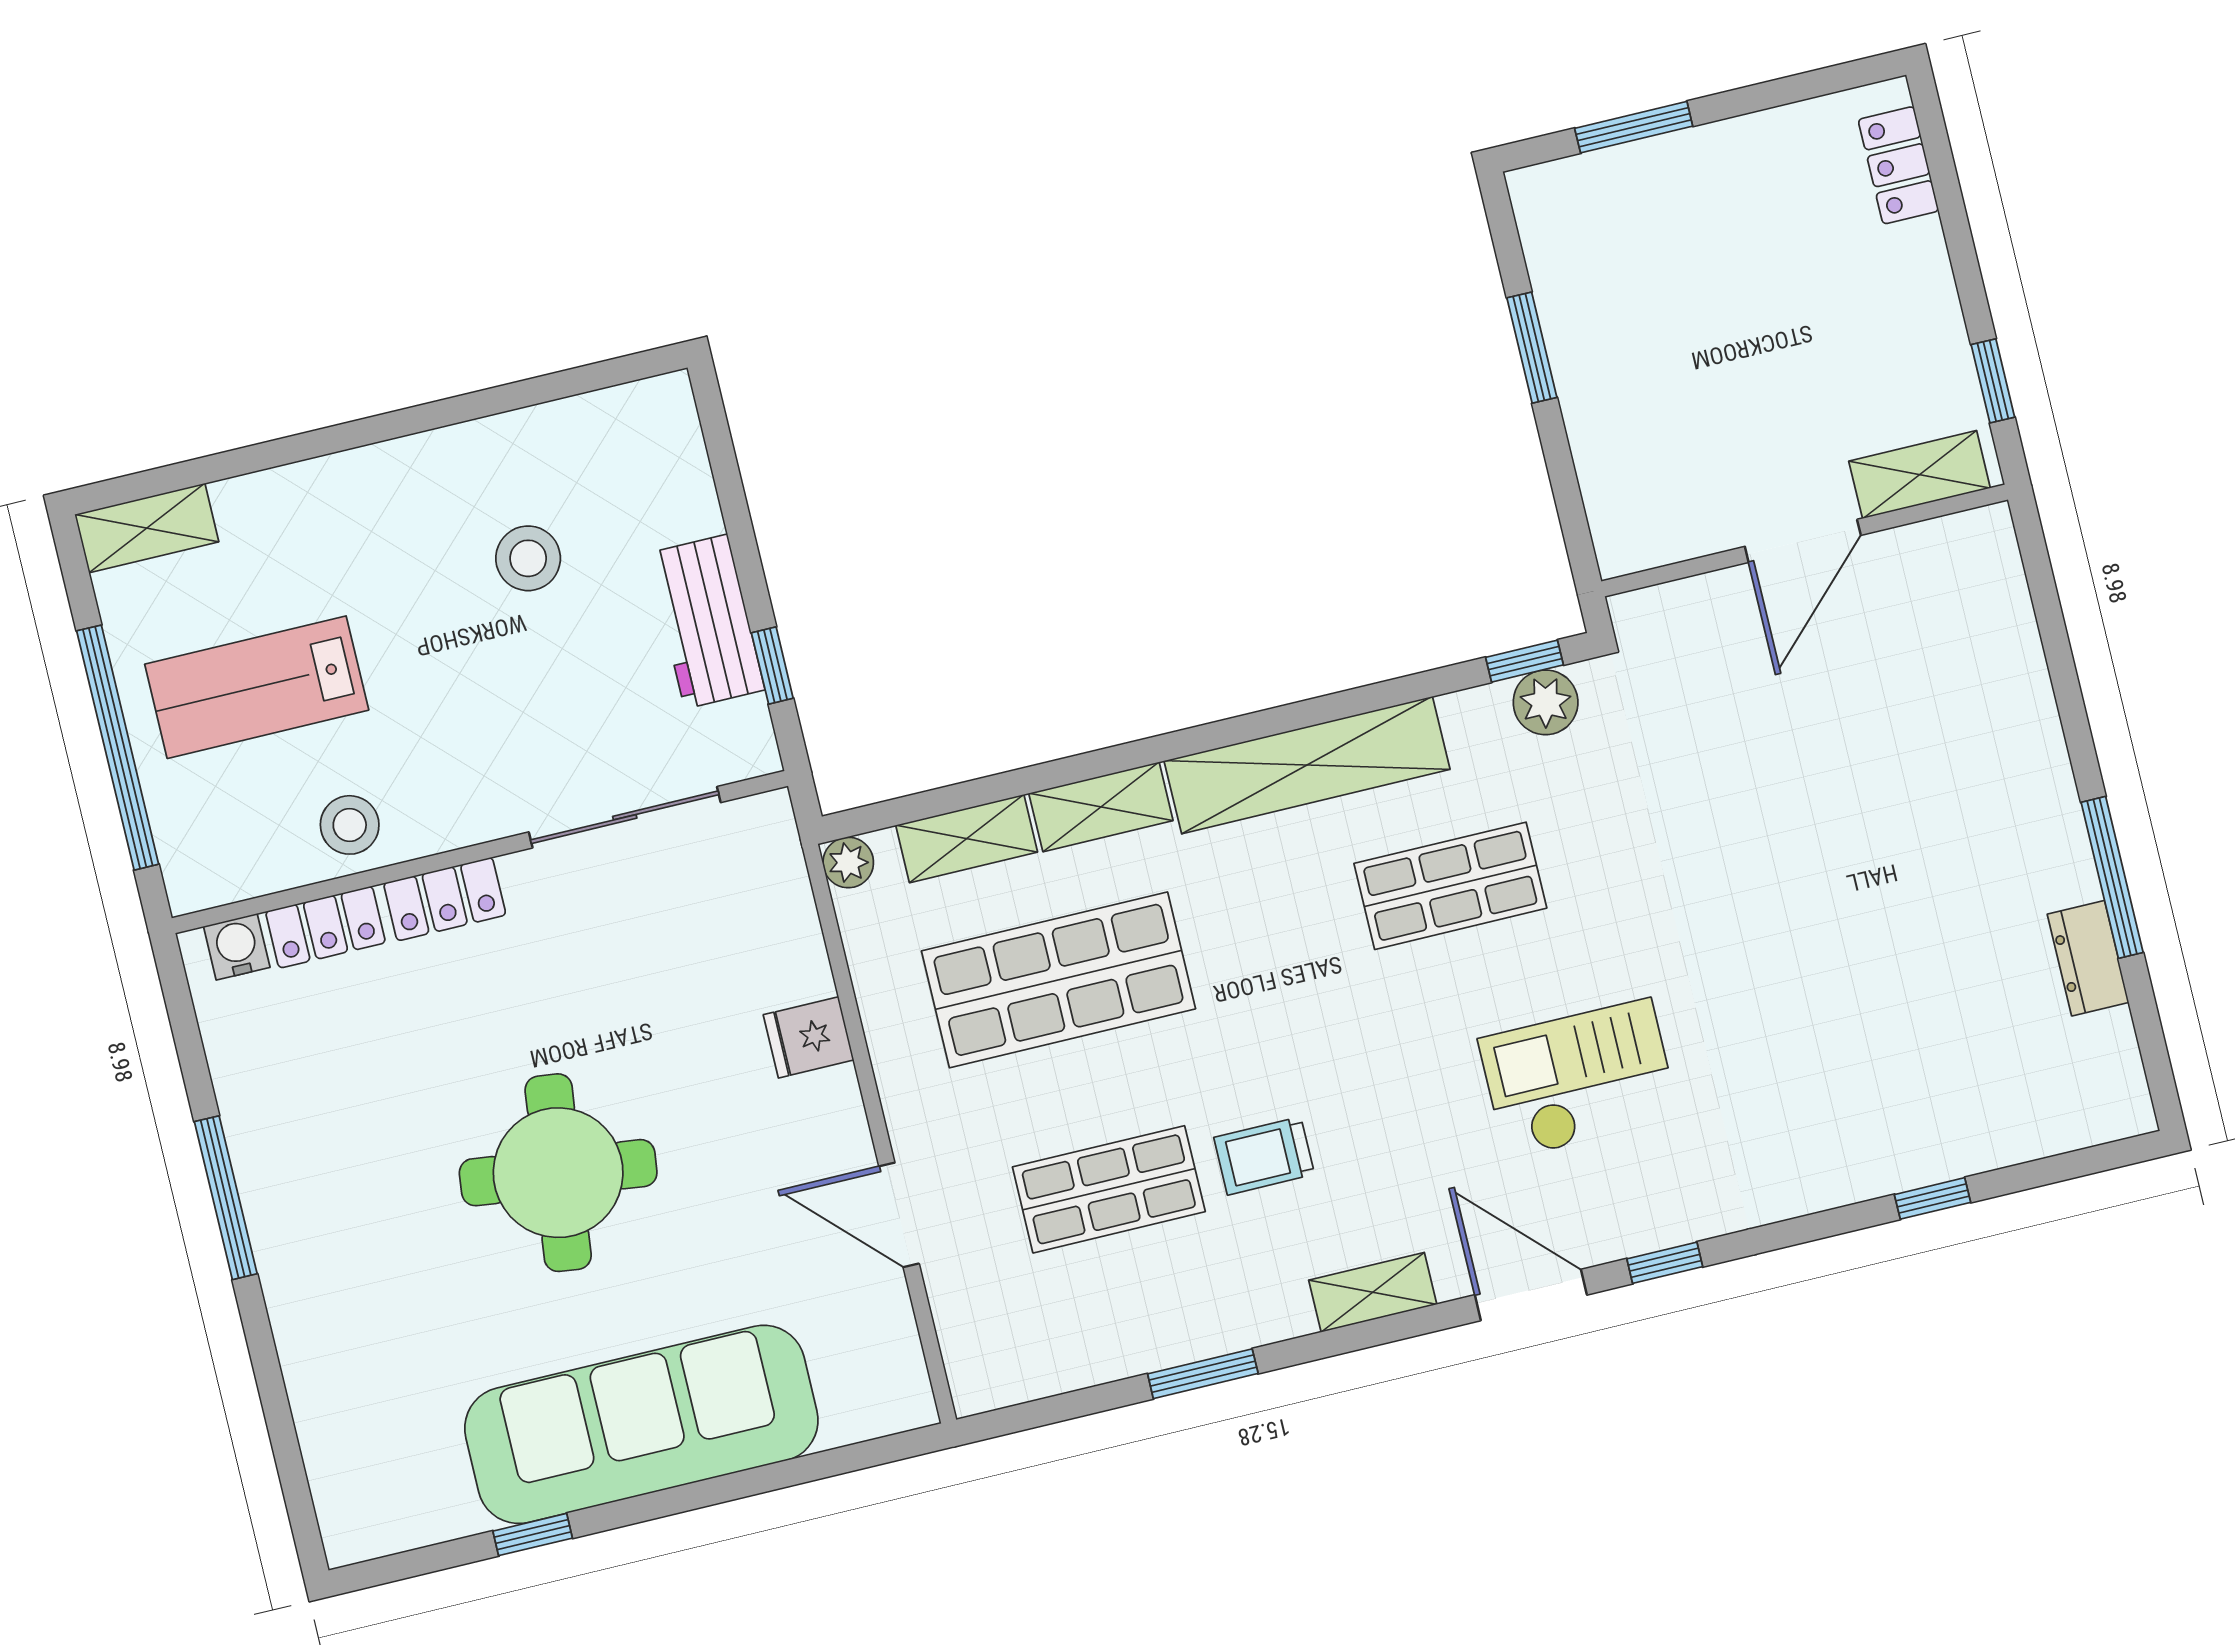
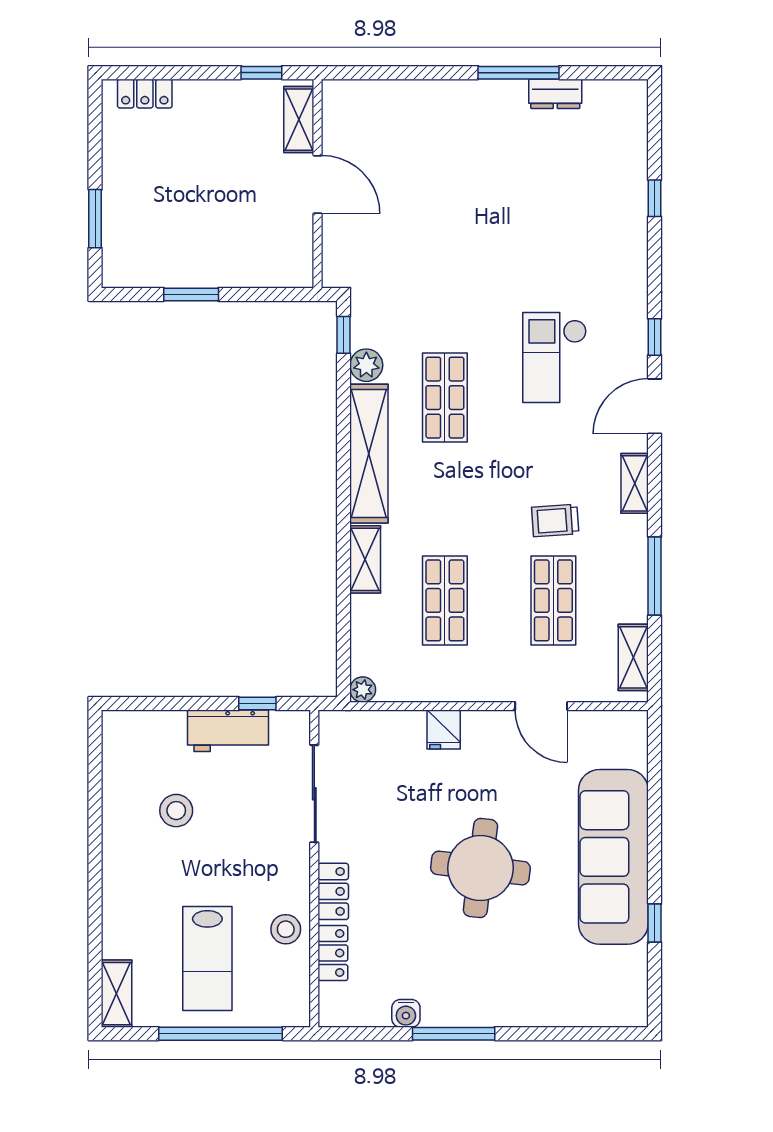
plant: (1546, 702) -> (366, 365), moved
shelving: (967, 839) -> (633, 657), moved
water cooler: (237, 947) -> (406, 1013), moved, turned -90
shop shelf: (1059, 980) -> (445, 600), width x0.70, depth x0.74
trolley: (1264, 1156) -> (555, 520), turned 86
door: (899, 1215) -> (541, 706), hinge flipped
window: (1203, 1374) -> (655, 576), width x1.44

